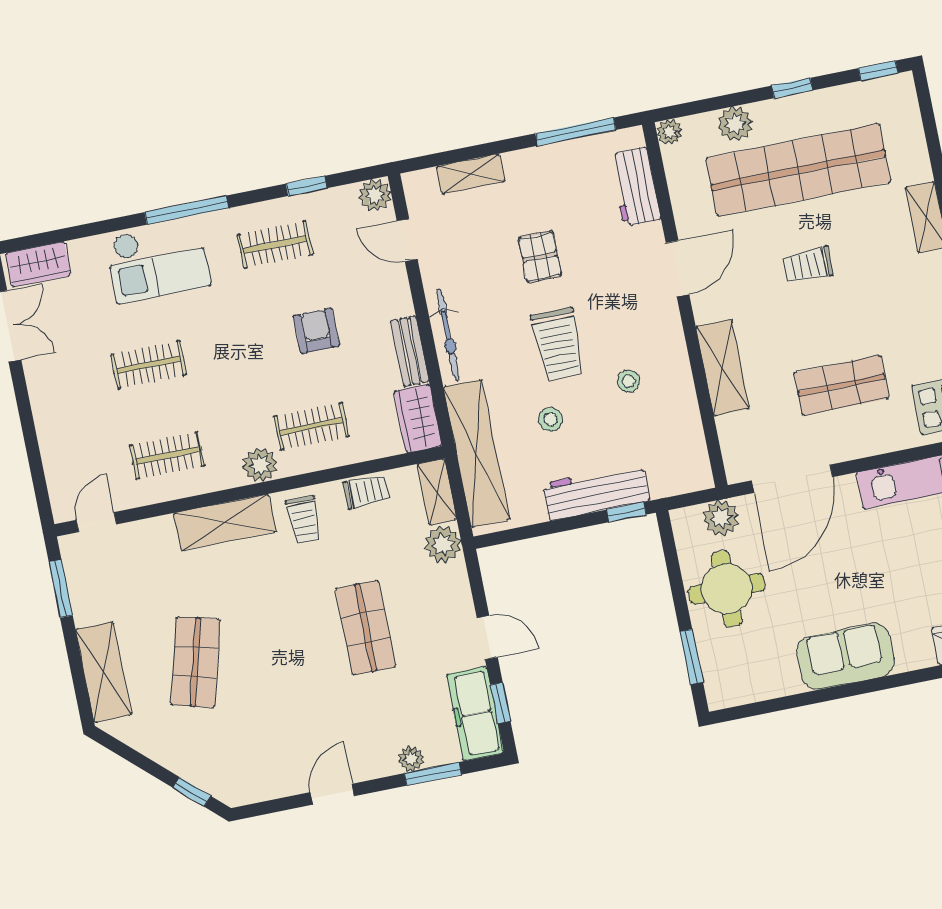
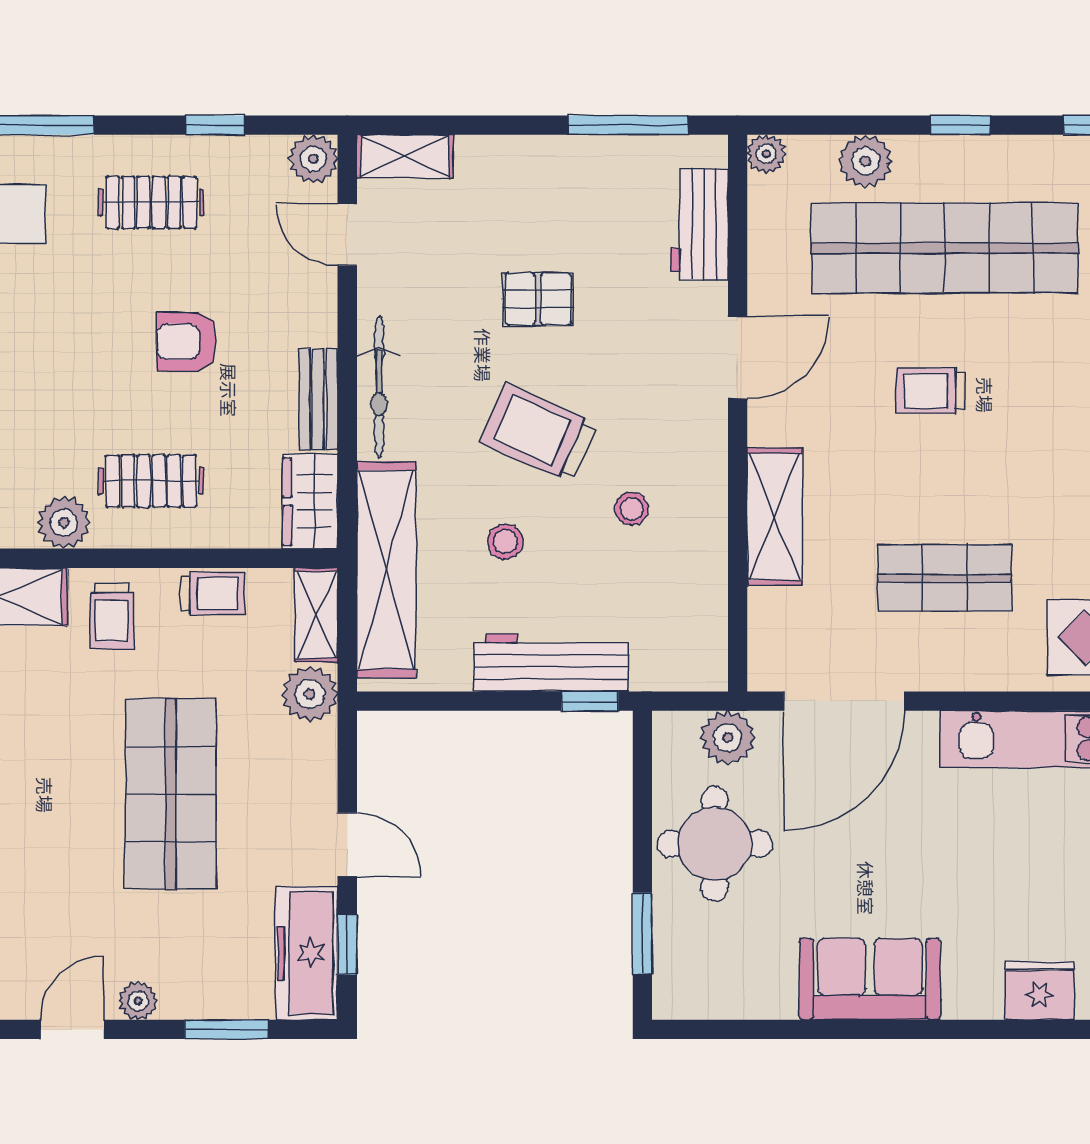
shelving: (470, 174) -> (405, 156), moved
pallet: (540, 257) -> (538, 299), turned 90
armchair: (316, 331) -> (186, 342), turned -90
trolley: (558, 344) -> (539, 433), turned 114
shop shelf: (365, 628) -> (171, 794), width x1.43, depth x1.36
plant: (411, 759) -> (138, 1001), moved

